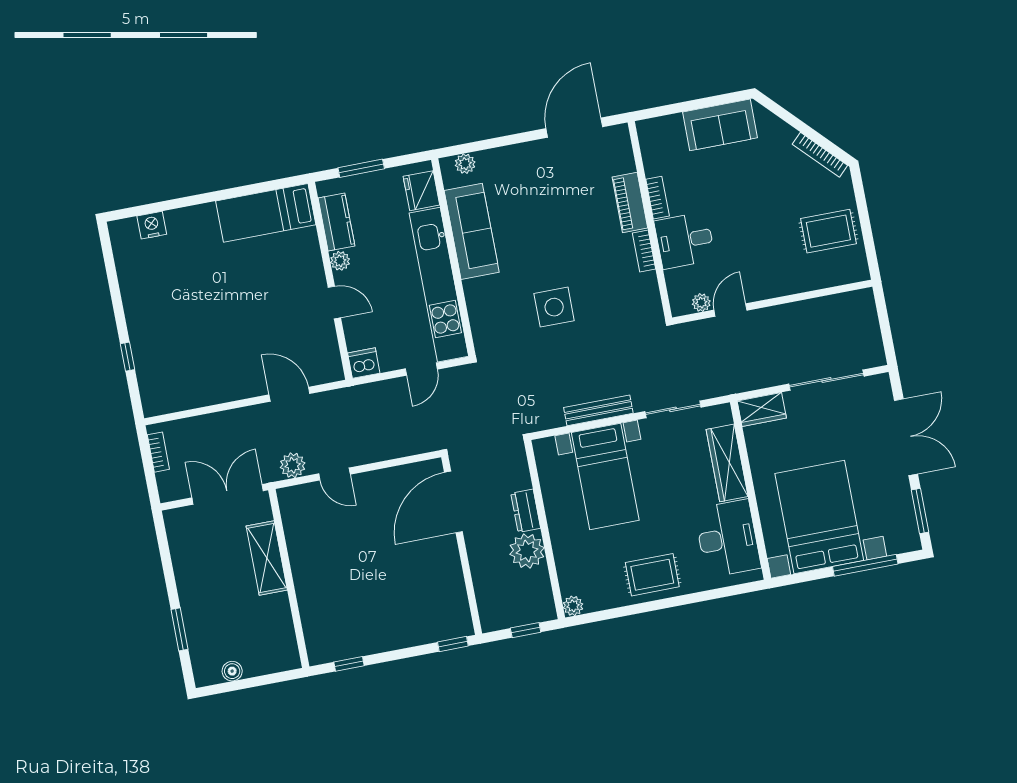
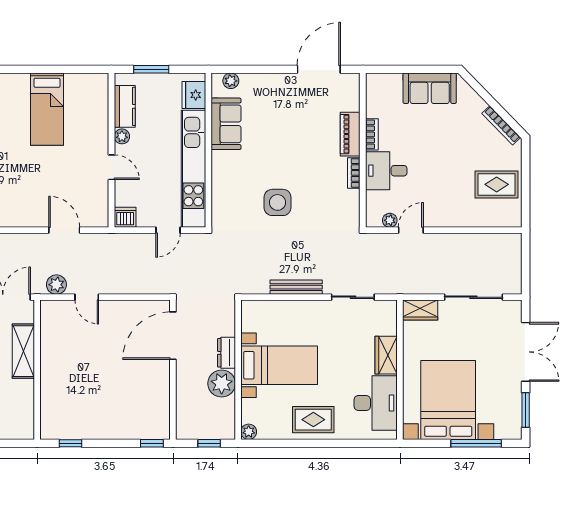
bed: (266, 213) -> (47, 109), moved, turned -90
sofa: (472, 231) -> (226, 124), width x0.73
wardrobe: (727, 463) -> (386, 355), width x0.67
bed with nightstands: (605, 476) -> (279, 365), moved, turned -90

